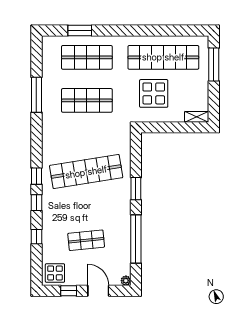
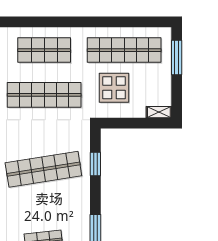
window: (80, 30) -> (37, 22), removed
shop shelf: (87, 100) -> (44, 95), width x1.40
window: (136, 189) -> (95, 164), moved

